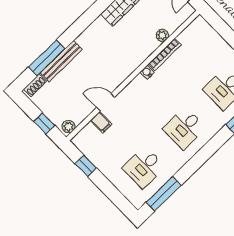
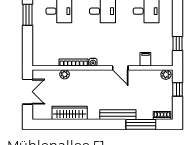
bench: (61, 61) -> (118, 115), moved
door: (106, 102) -> (120, 68), moved

